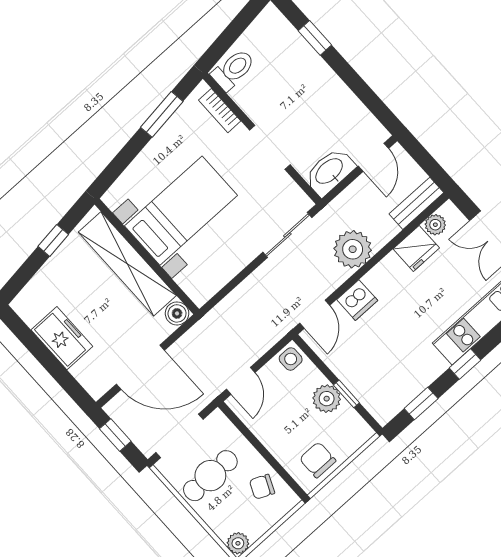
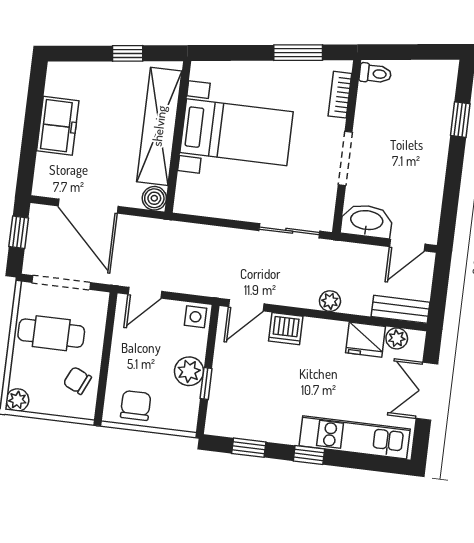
toilet: (233, 70) -> (375, 74), width x0.73, depth x0.72
plant: (353, 249) -> (330, 301), width x0.53, depth x0.53

